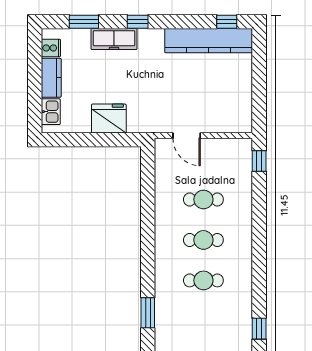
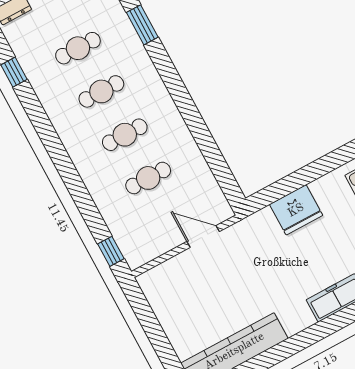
window: (138, 22) -> (321, 330), removed
cafe table: (203, 321) -> (78, 48), added

